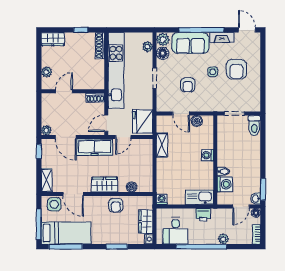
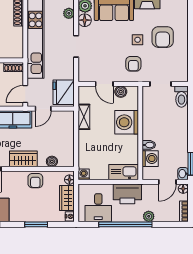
armchair: (188, 85) -> (133, 64), moved
washing machine: (208, 155) -> (127, 122), width x1.89, depth x1.89
floor lamp: (148, 204) -> (69, 180), added
printer: (203, 215) -> (127, 194), width x1.87, depth x1.48

